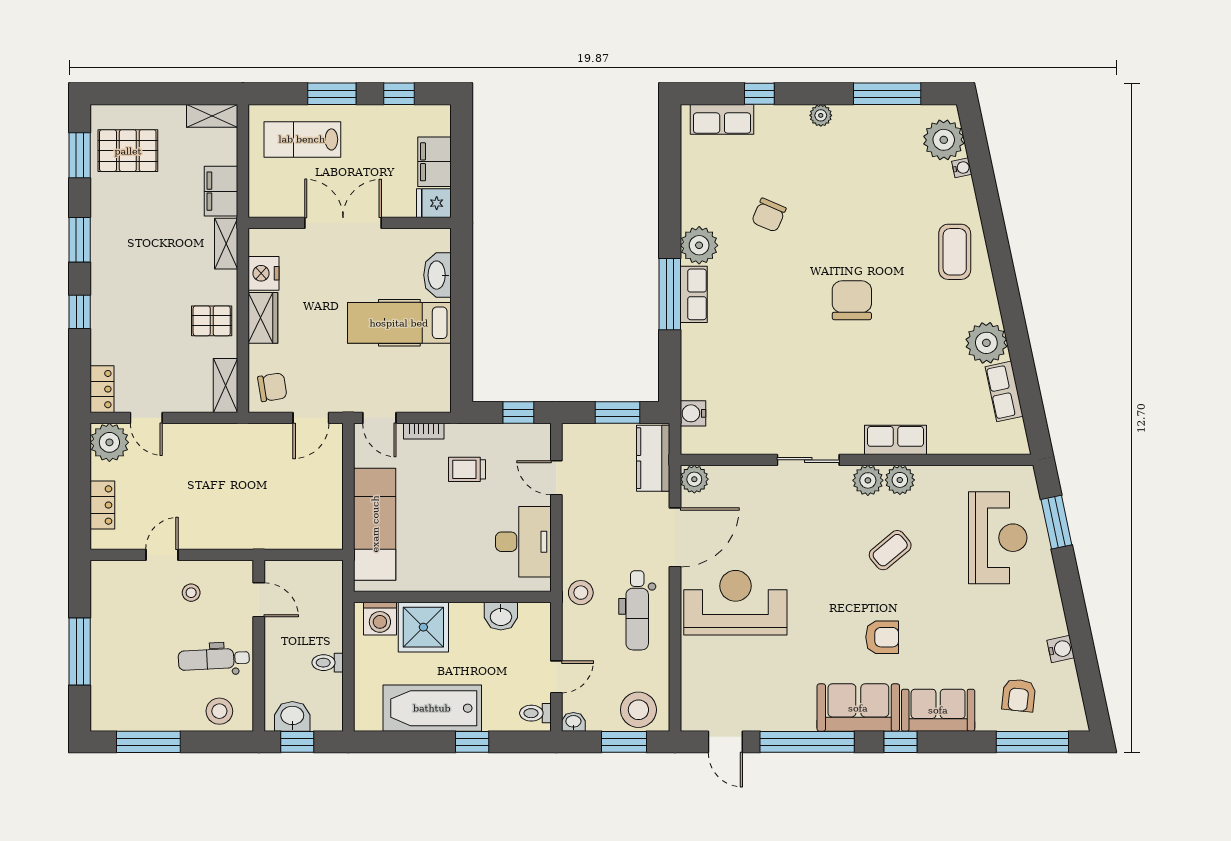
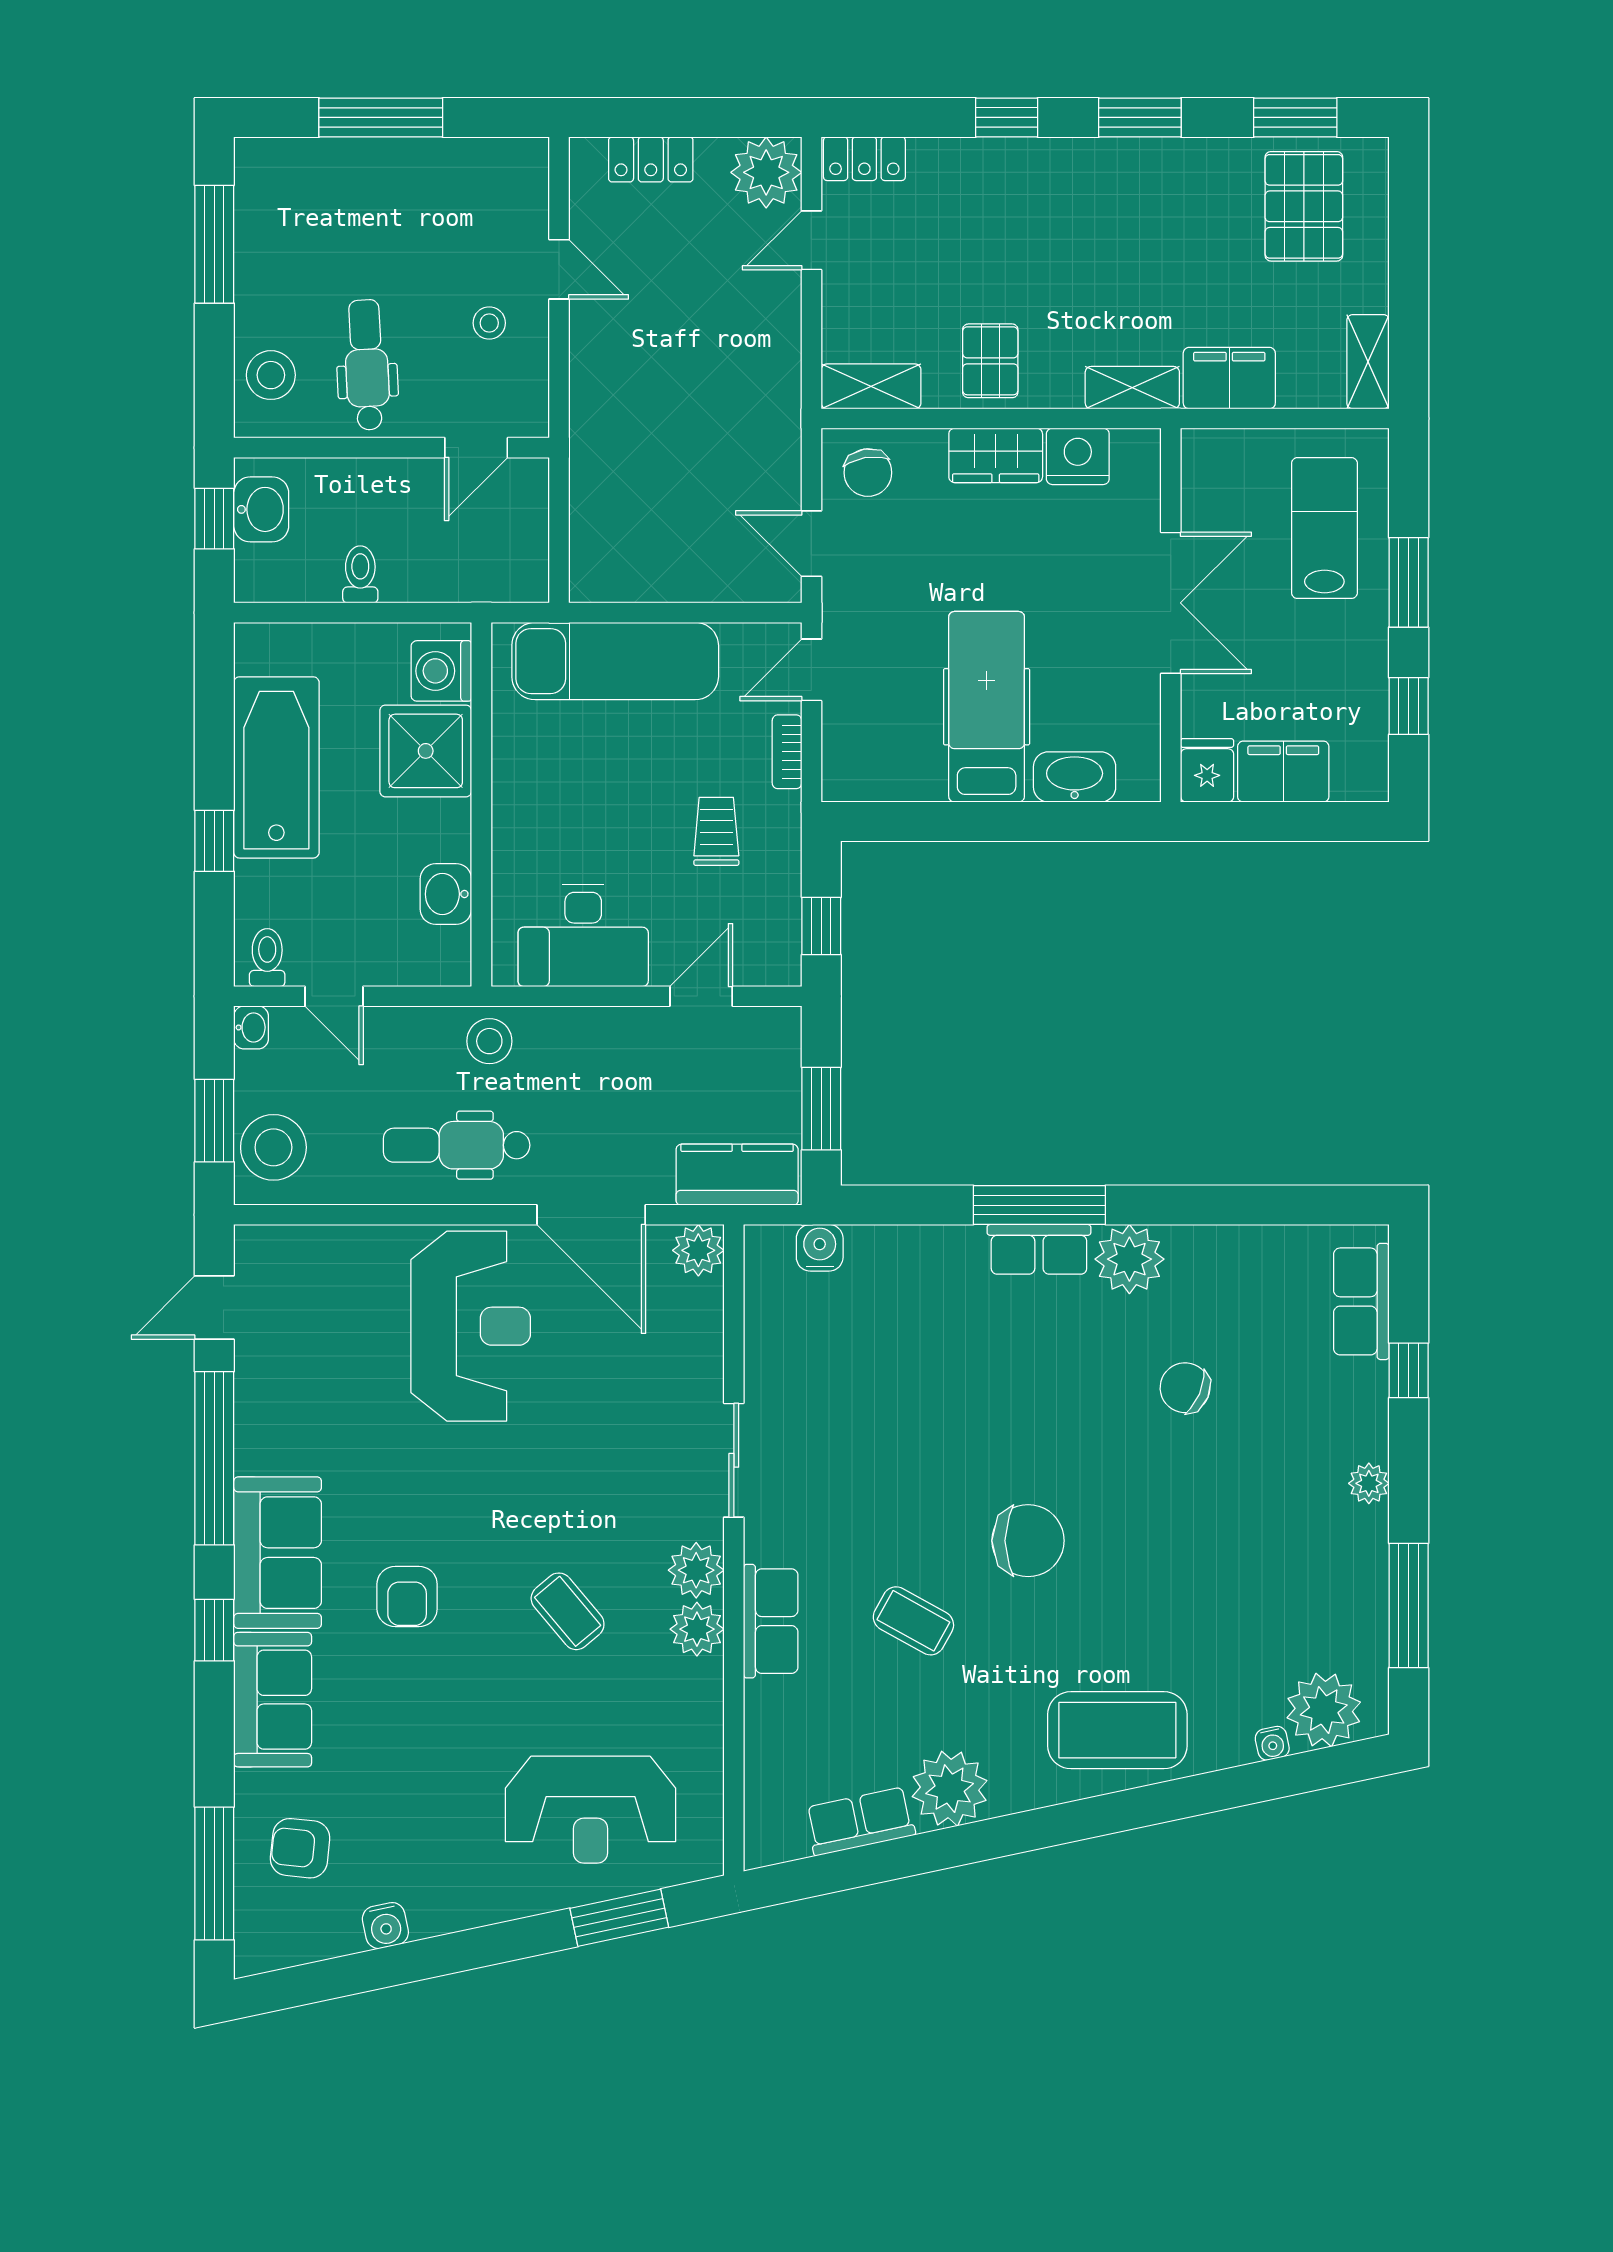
coffee table: (955, 252) -> (1117, 1730), width x1.36, depth x1.32
coffee table: (895, 362) -> (913, 1621), added

